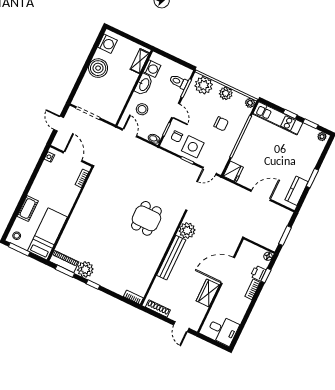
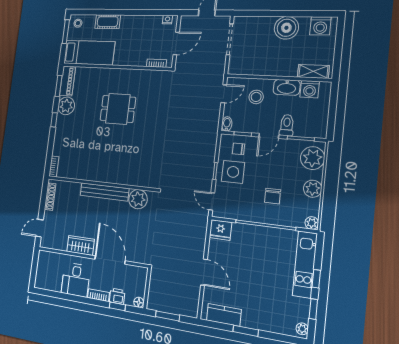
toilet: (179, 82) -> (287, 125), moved
dining table: (146, 218) -> (118, 109), moved
desk: (223, 330) -> (76, 280), moved

